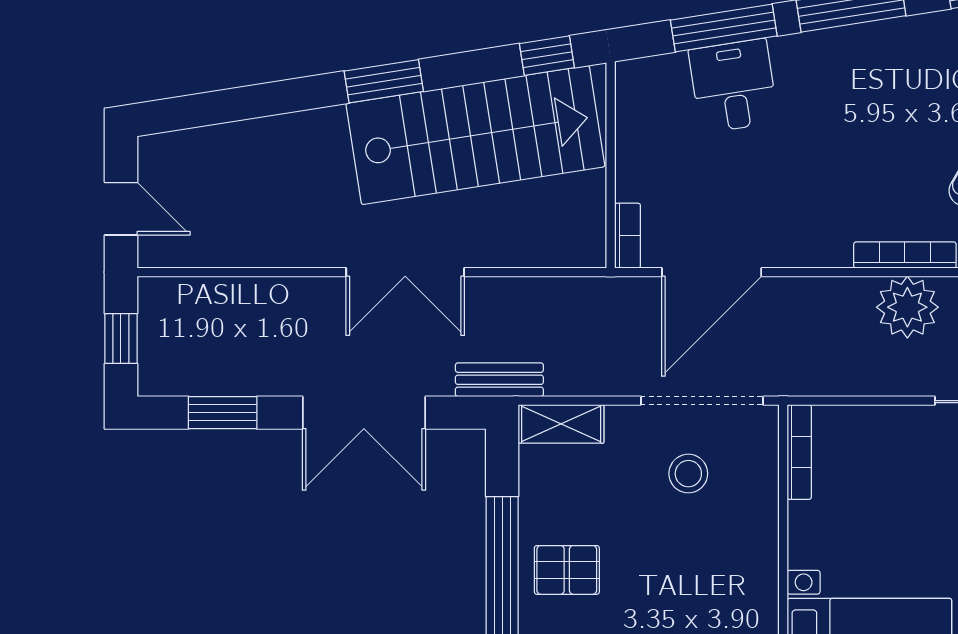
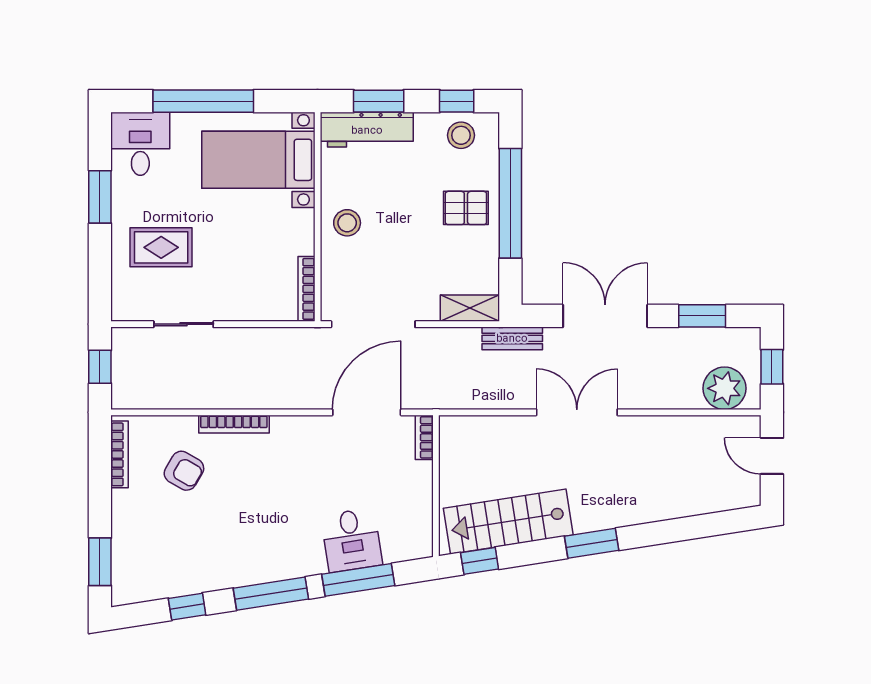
stairs: (475, 135) -> (508, 522), width x0.73, depth x0.66
plant: (907, 307) -> (724, 388), moved
stool: (688, 474) -> (347, 223), moved

